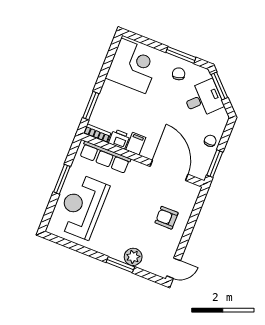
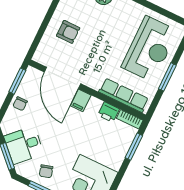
filing cabinet: (136, 144) -> (81, 100), moved

